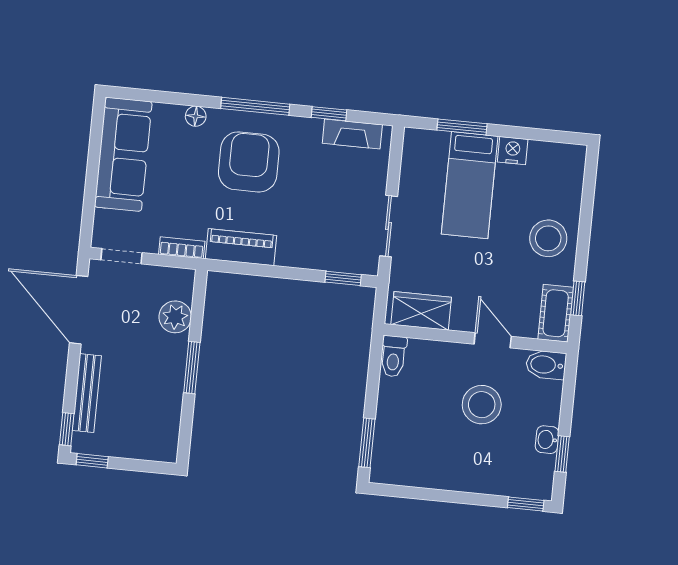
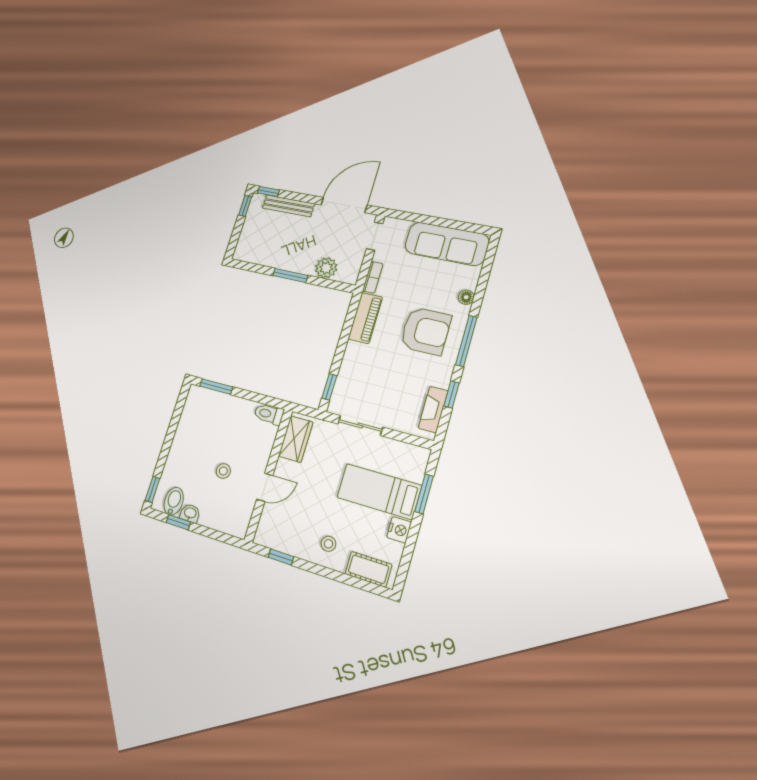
stool: (548, 238) -> (328, 544), width x0.53, depth x0.53
cot: (556, 313) -> (368, 569), moved
bidet: (546, 365) -> (174, 501), moved
stool: (482, 405) -> (223, 471), width x0.53, depth x0.53

